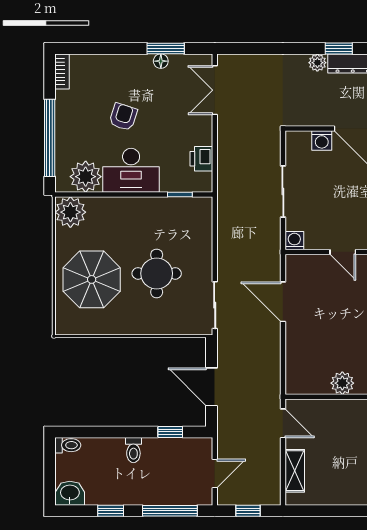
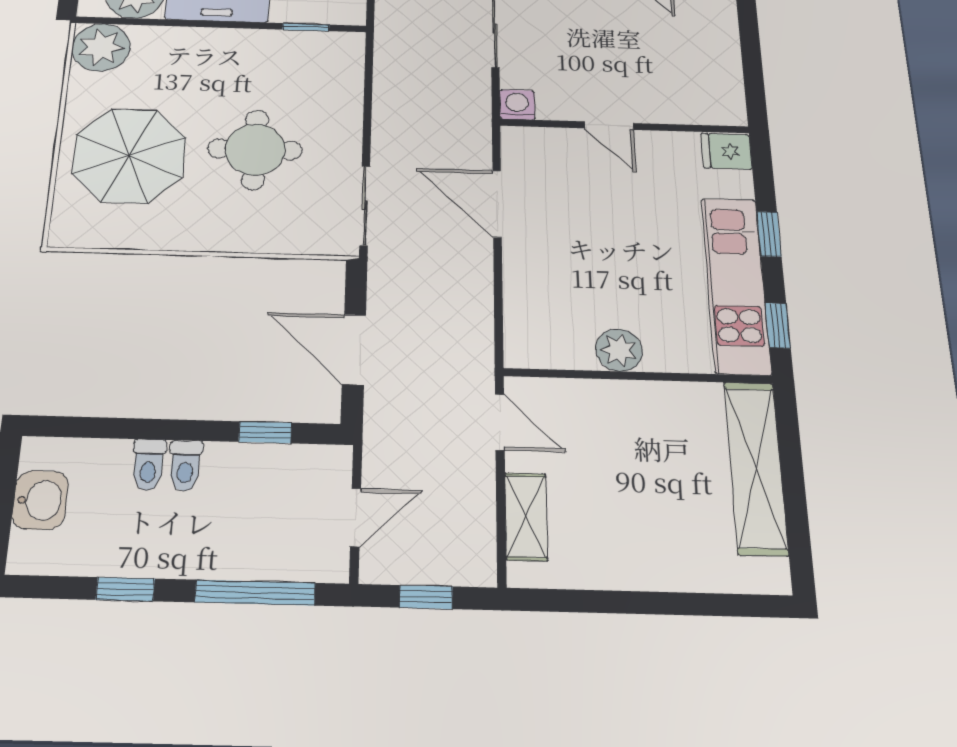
toilet: (68, 445) -> (148, 465), moved, turned 90
washbasin: (70, 493) -> (40, 500), moved, turned 90

